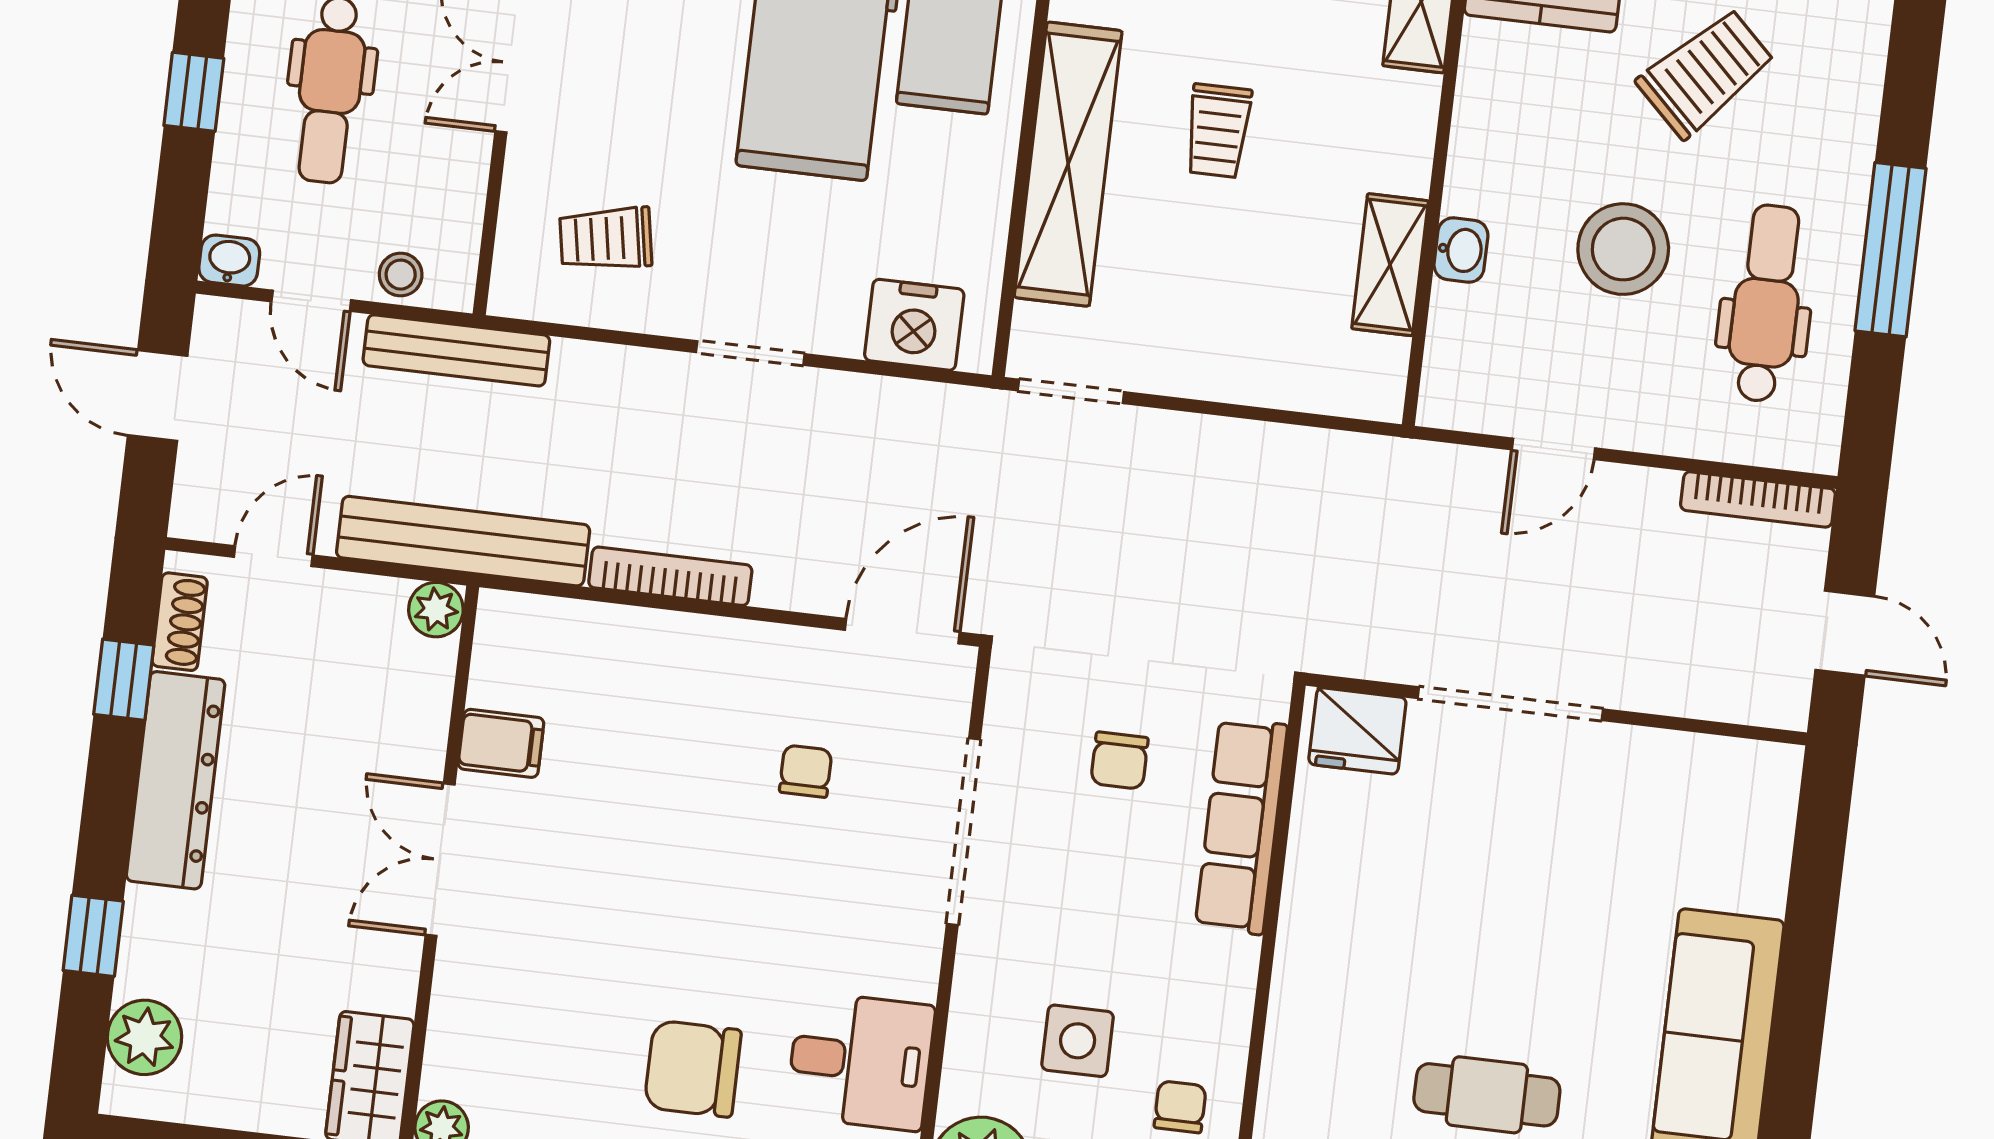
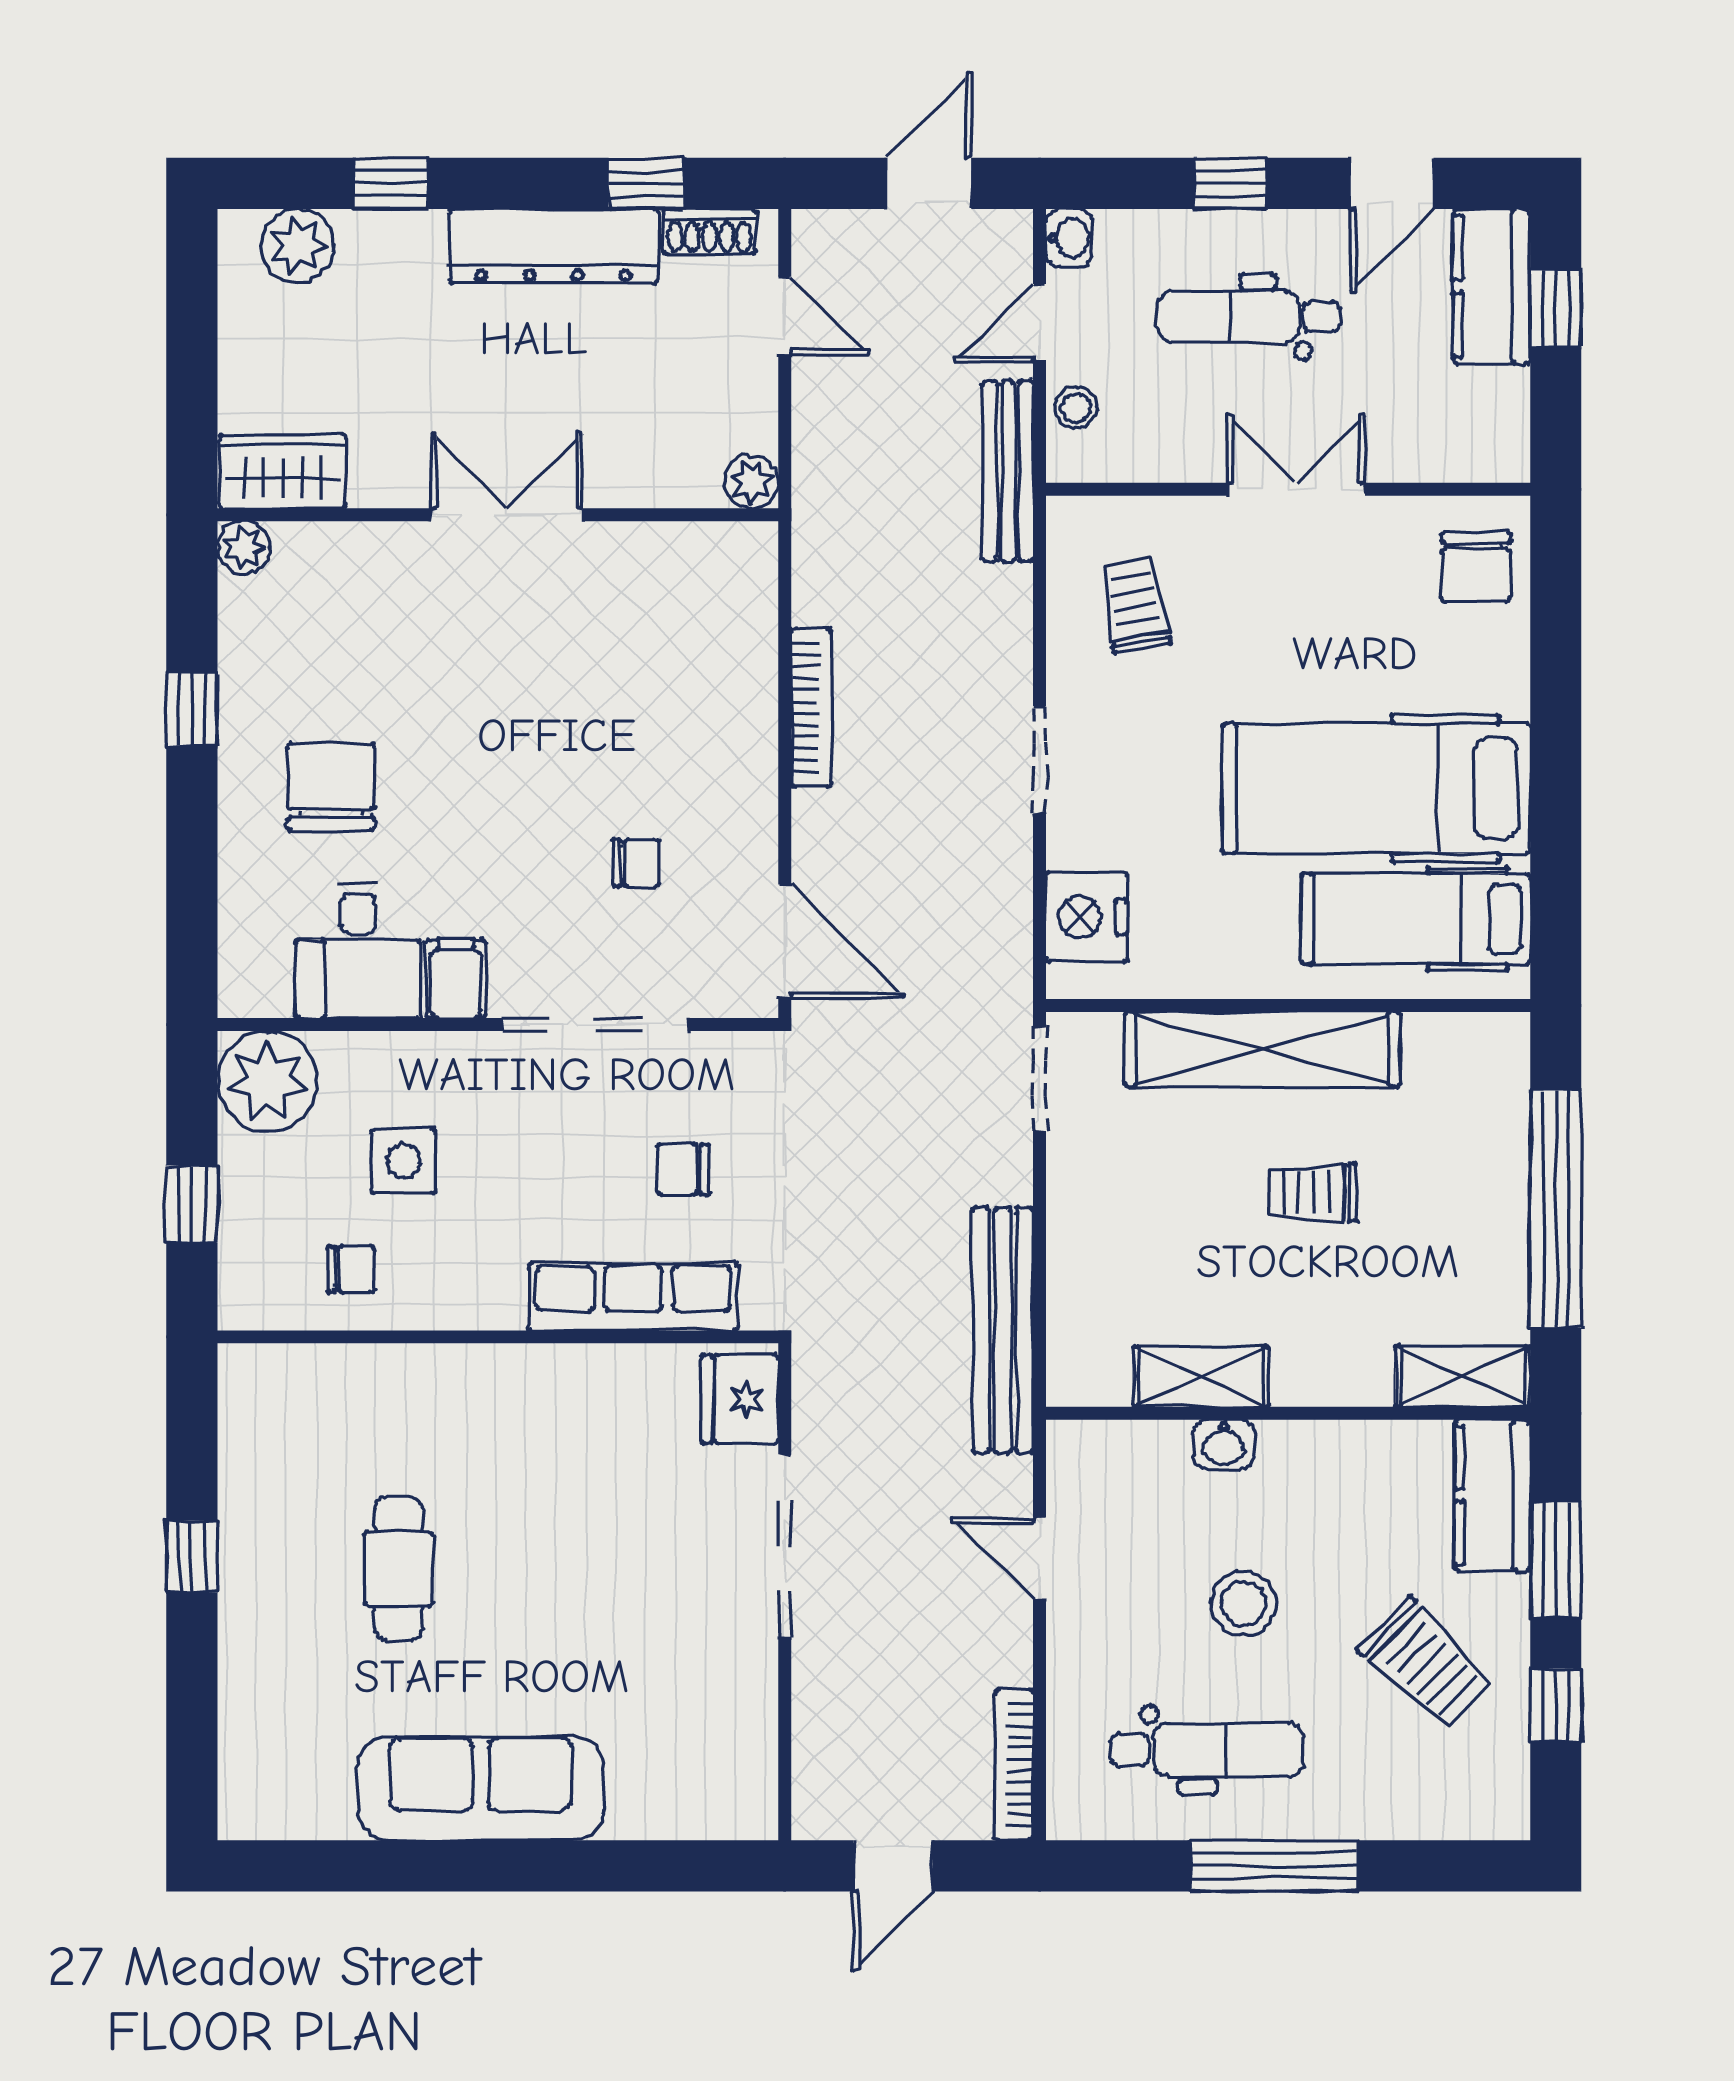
stool: (1623, 249) -> (1244, 1604), width x0.73, depth x0.73
bench: (463, 541) -> (1003, 1330), moved
filing cabinet: (501, 743) -> (456, 979), moved, turned 180

